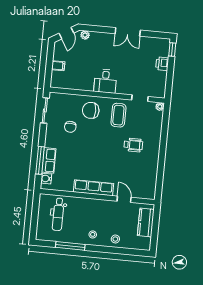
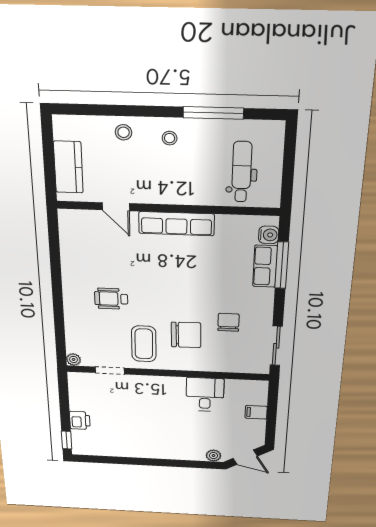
double door: (128, 32) -> (143, 461), removed
door: (66, 33) -> (245, 457), swing flipped
desk: (105, 81) -> (205, 395), moved
chair: (91, 110) -> (186, 335), moved

